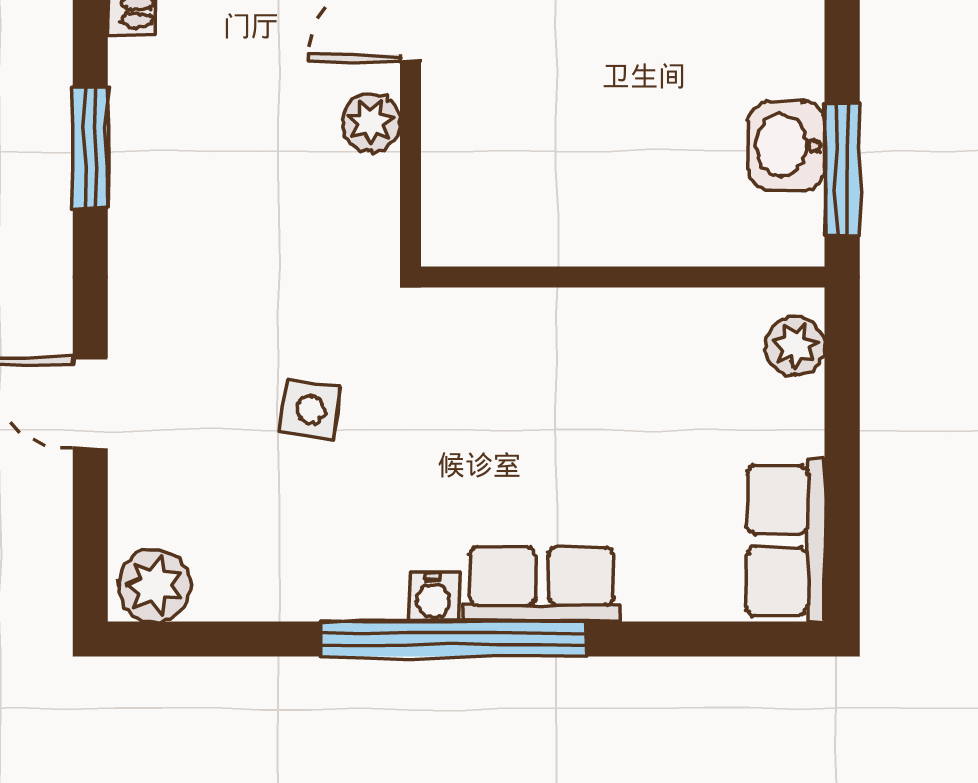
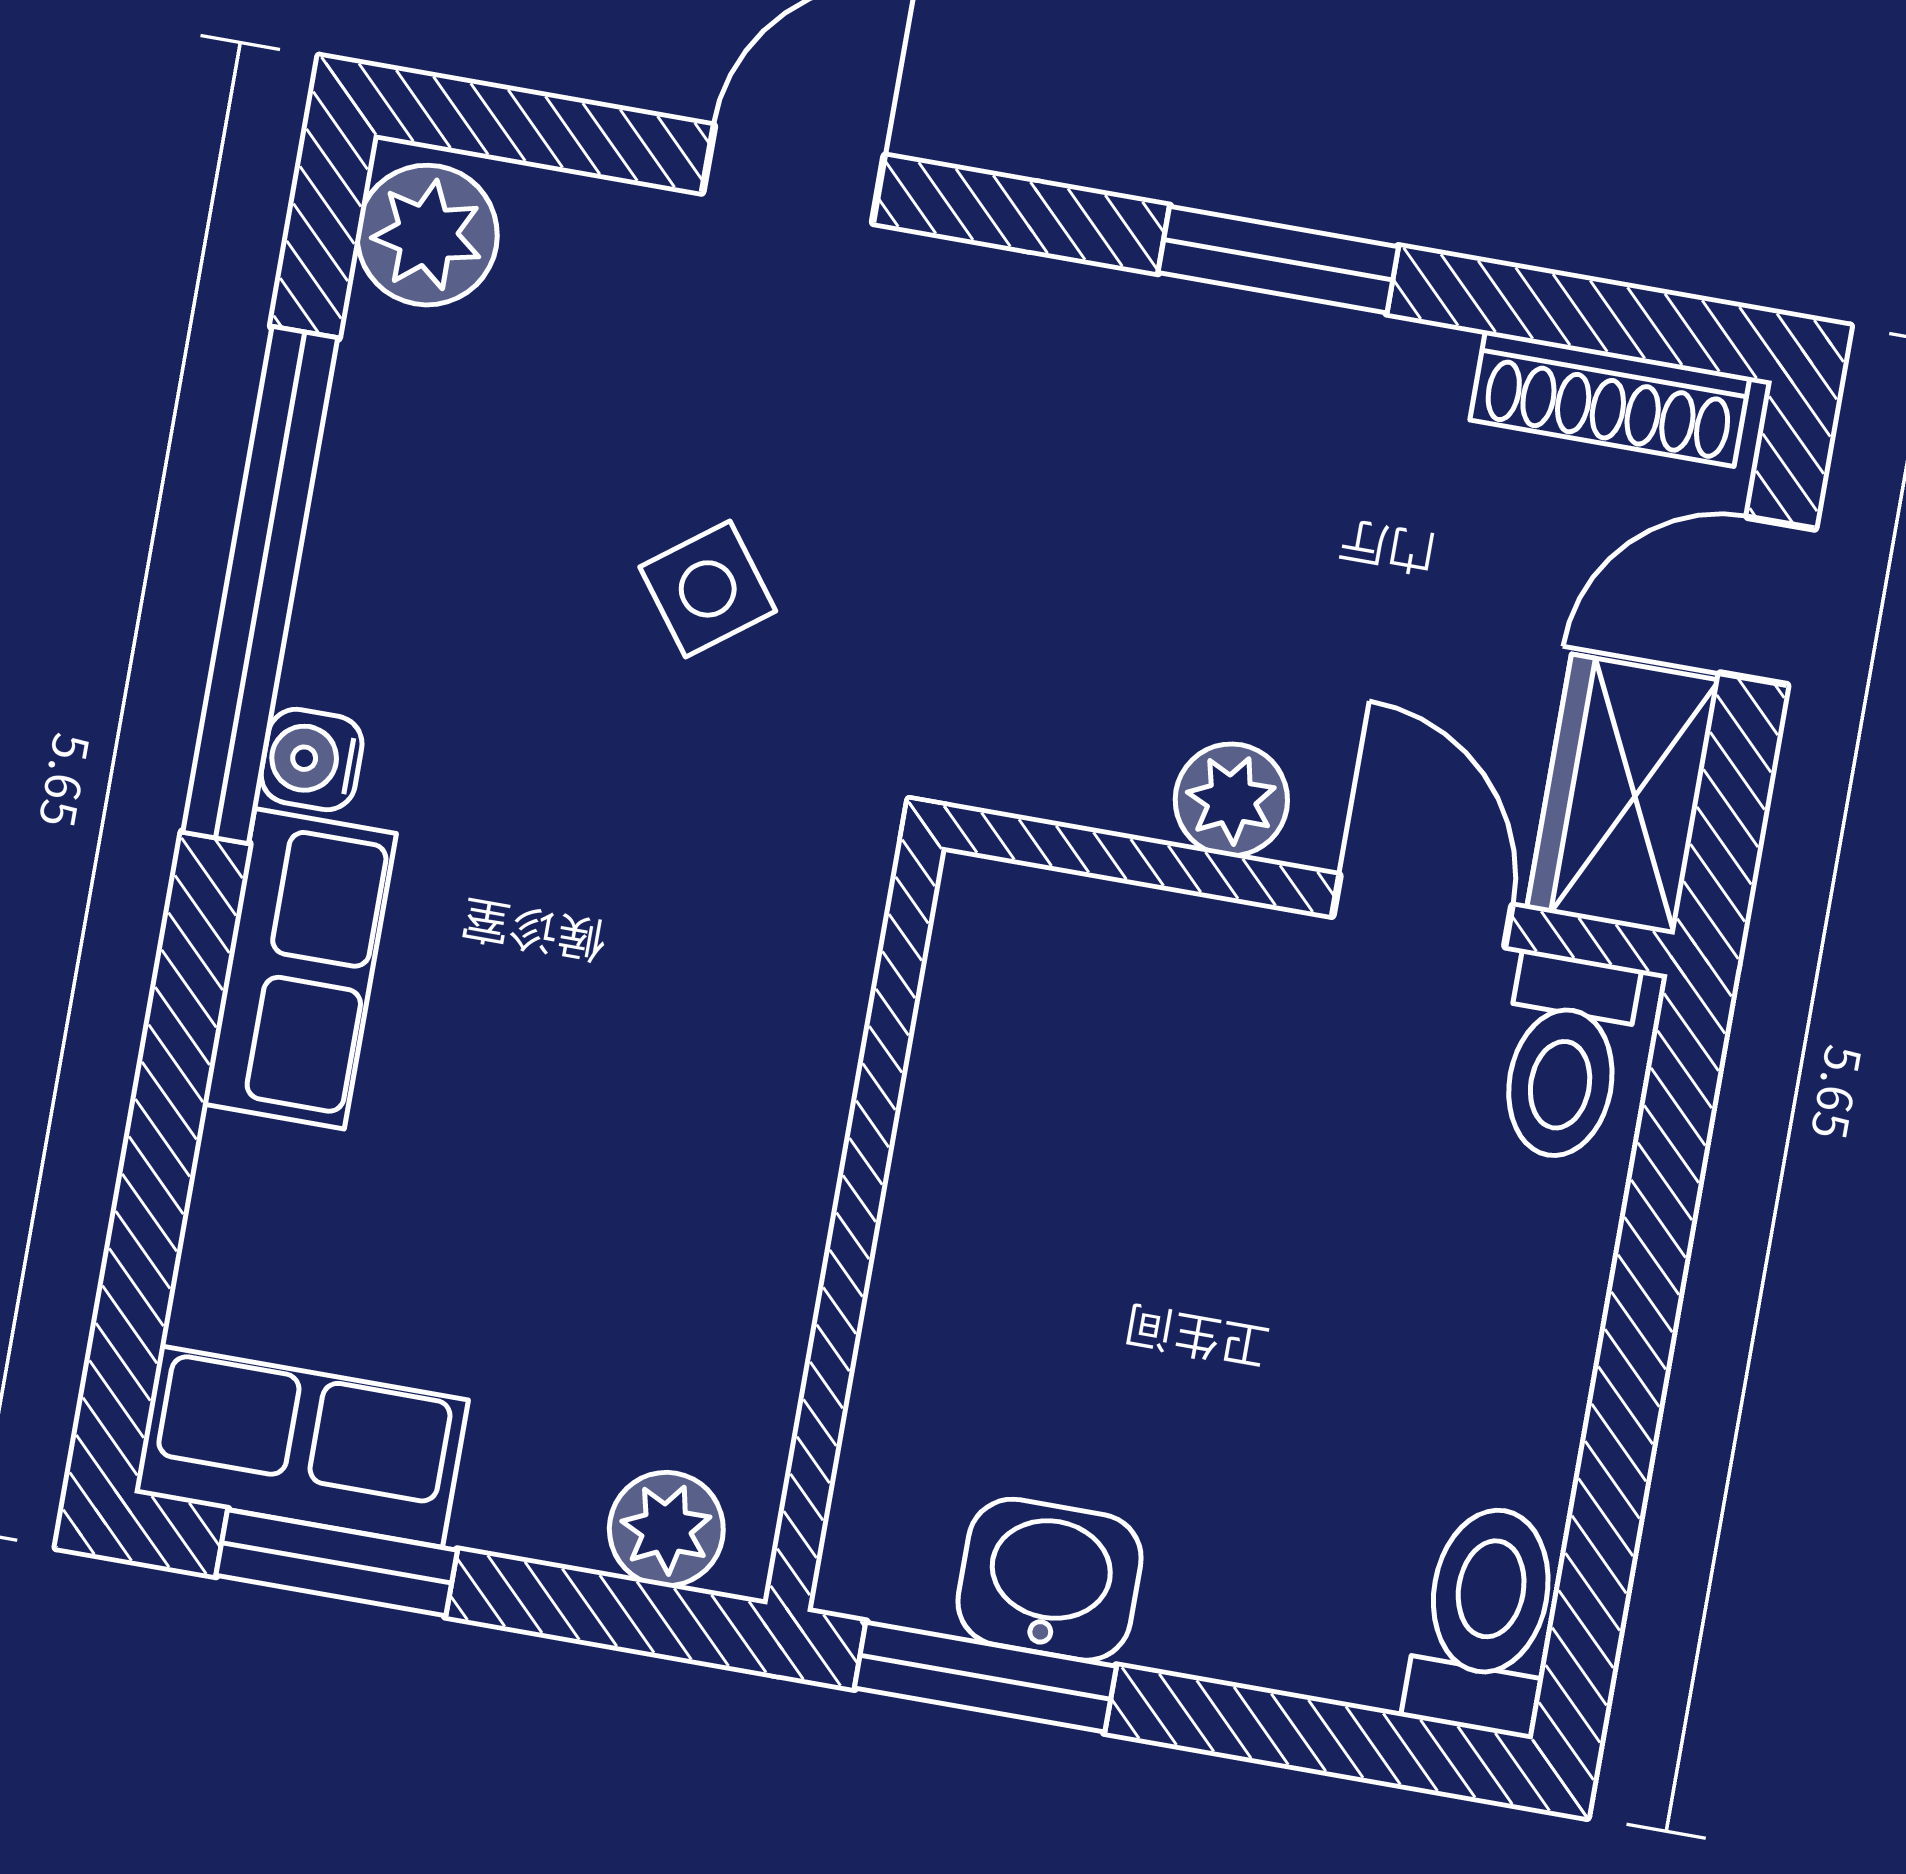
side table: (310, 410) -> (708, 589), turned 45
window: (842, 512) -> (337, 1563), added
window: (453, 639) -> (260, 585), moved

